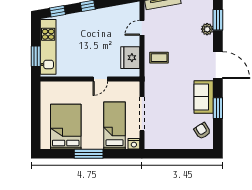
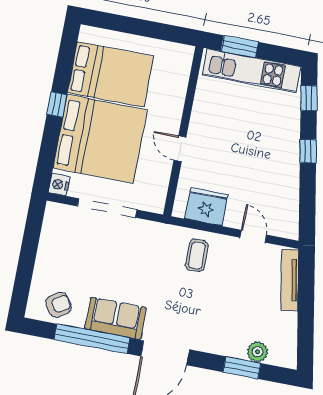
plant: (207, 29) -> (257, 352), moved
window: (218, 108) -> (92, 339), width x2.11
bed: (115, 125) -> (100, 139), width x2.04
window: (89, 154) -> (57, 105), width x0.46

